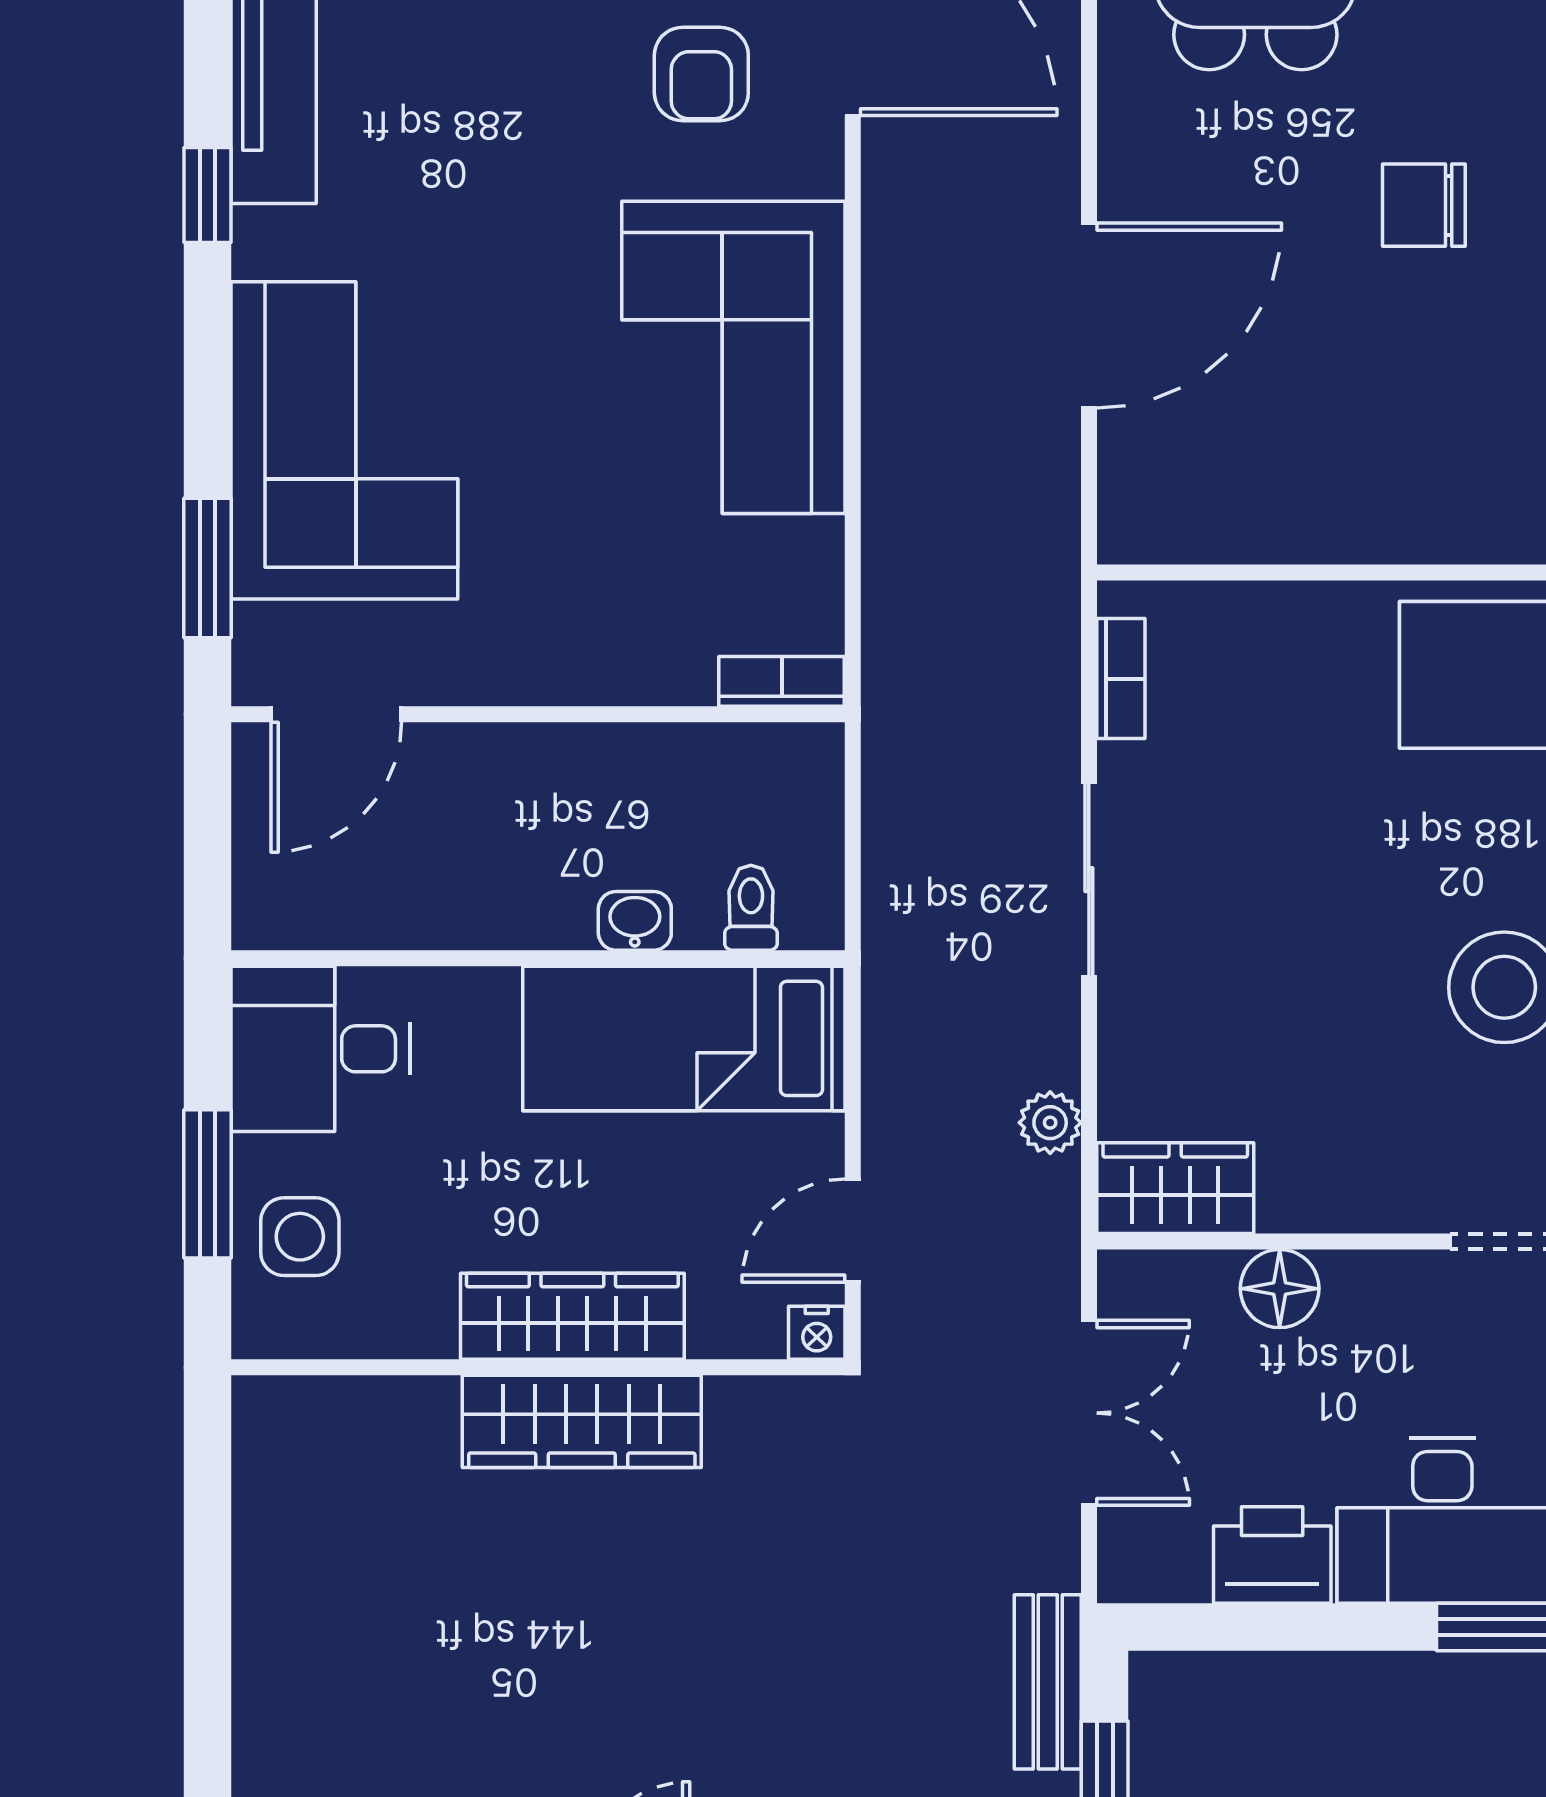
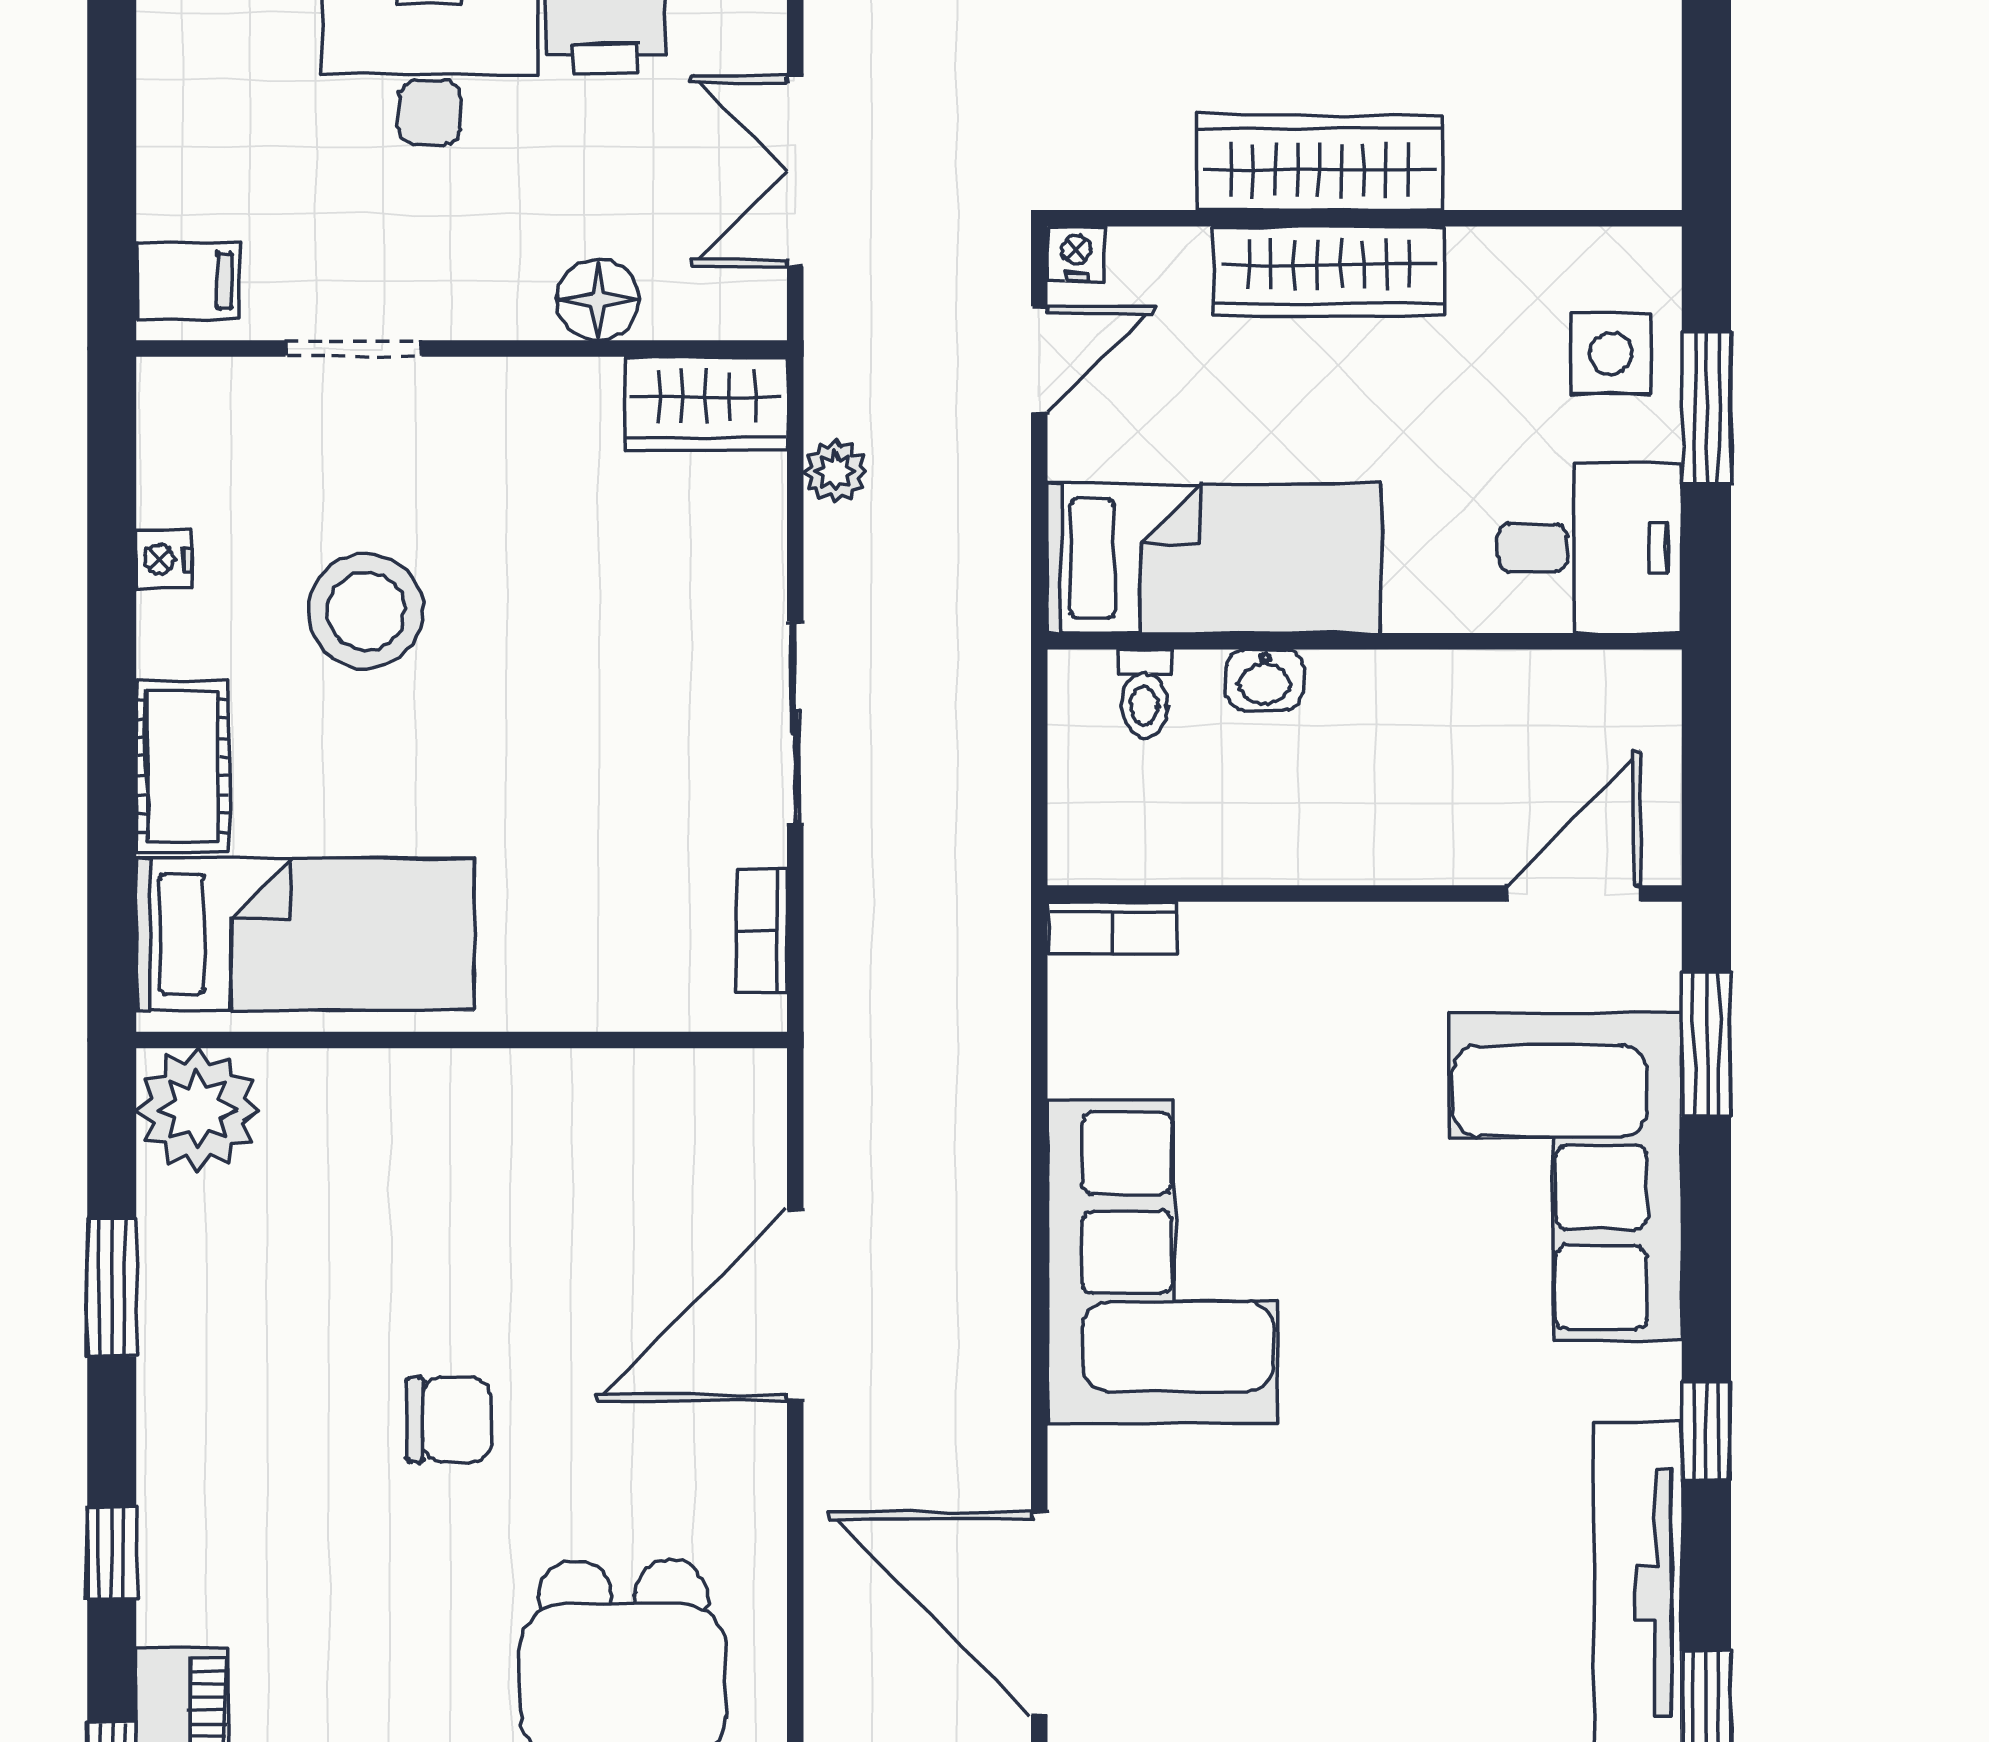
armchair: (701, 74) -> (1196, 1555), removed

